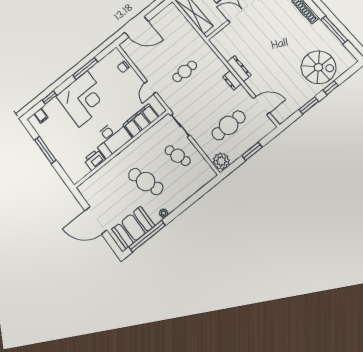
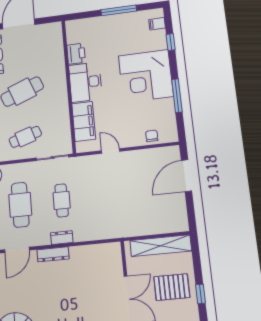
dresser: (239, 69) -> (53, 254), moved
cafe table: (185, 71) -> (62, 200), moved

